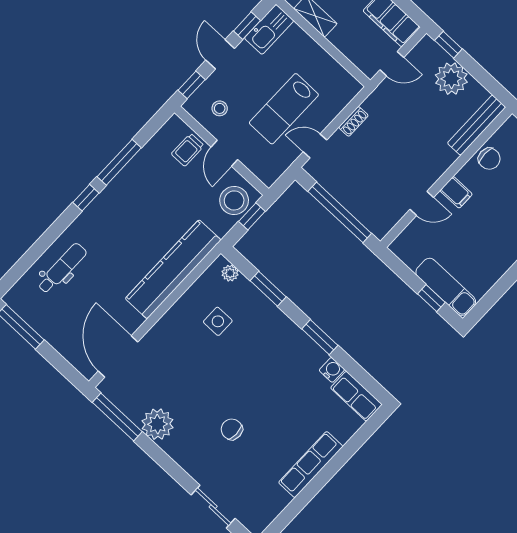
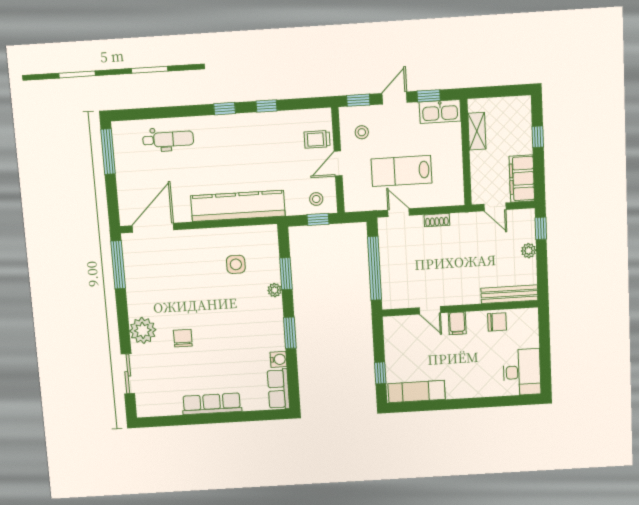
plant: (451, 79) -> (529, 251), width x0.53, depth x0.53
chair: (489, 159) -> (497, 322), turned -90
window: (119, 162) -> (267, 106), width x0.46
stool: (234, 200) -> (316, 199), width x0.53, depth x0.53
plant: (230, 273) -> (275, 290), moved
exam couch: (446, 287) -> (417, 391), moved, turned -90
plant: (157, 424) -> (143, 330), moved

